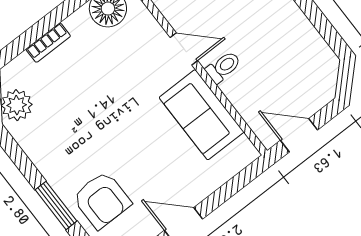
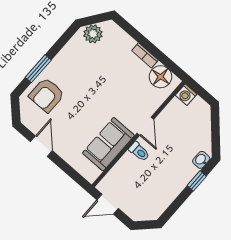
bookcase: (48, 43) -> (145, 55), moved
door: (299, 135) -> (108, 204), swing flipped

